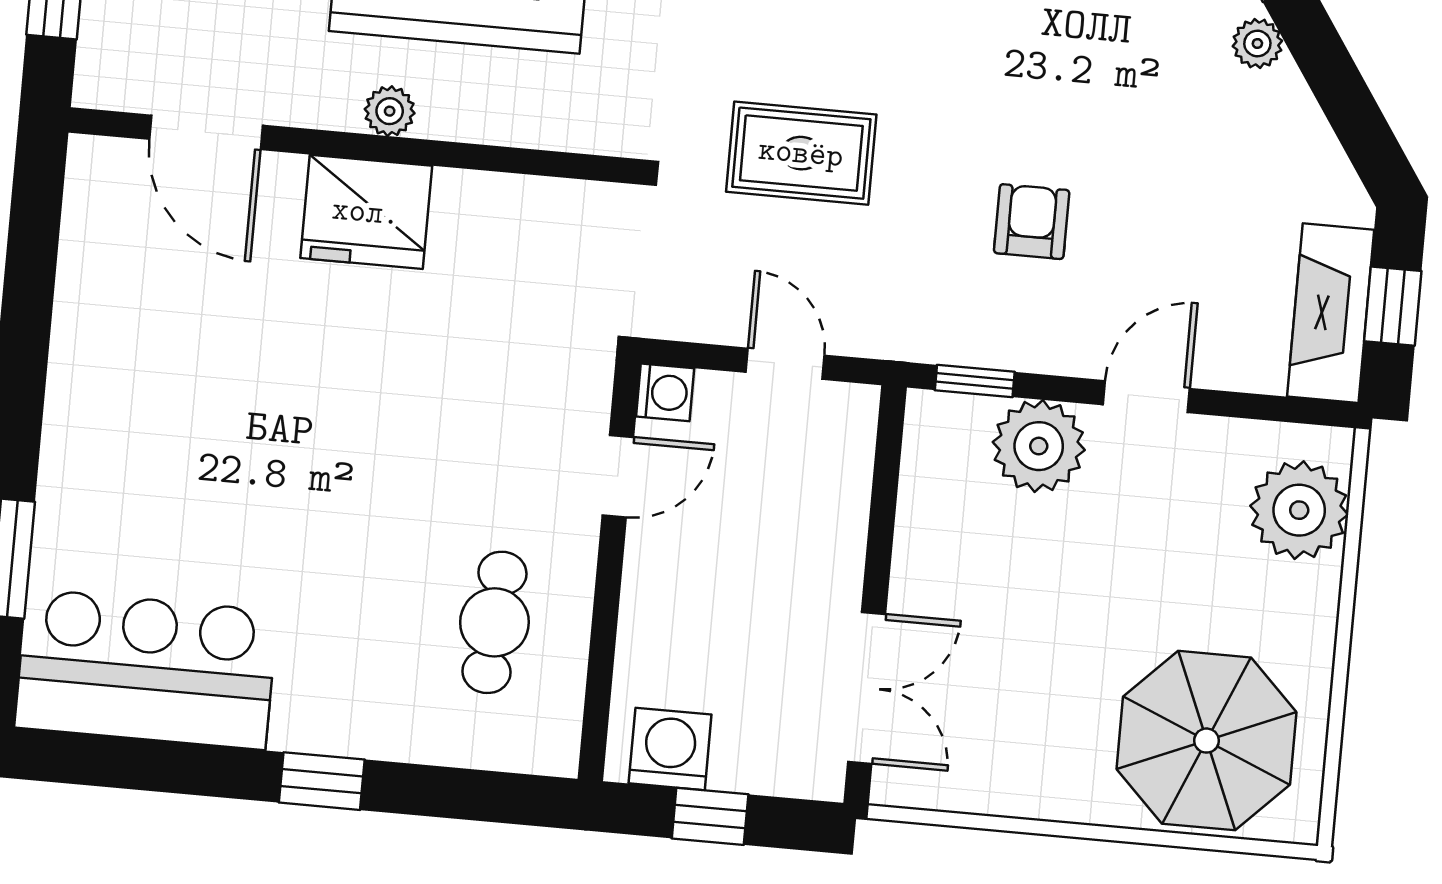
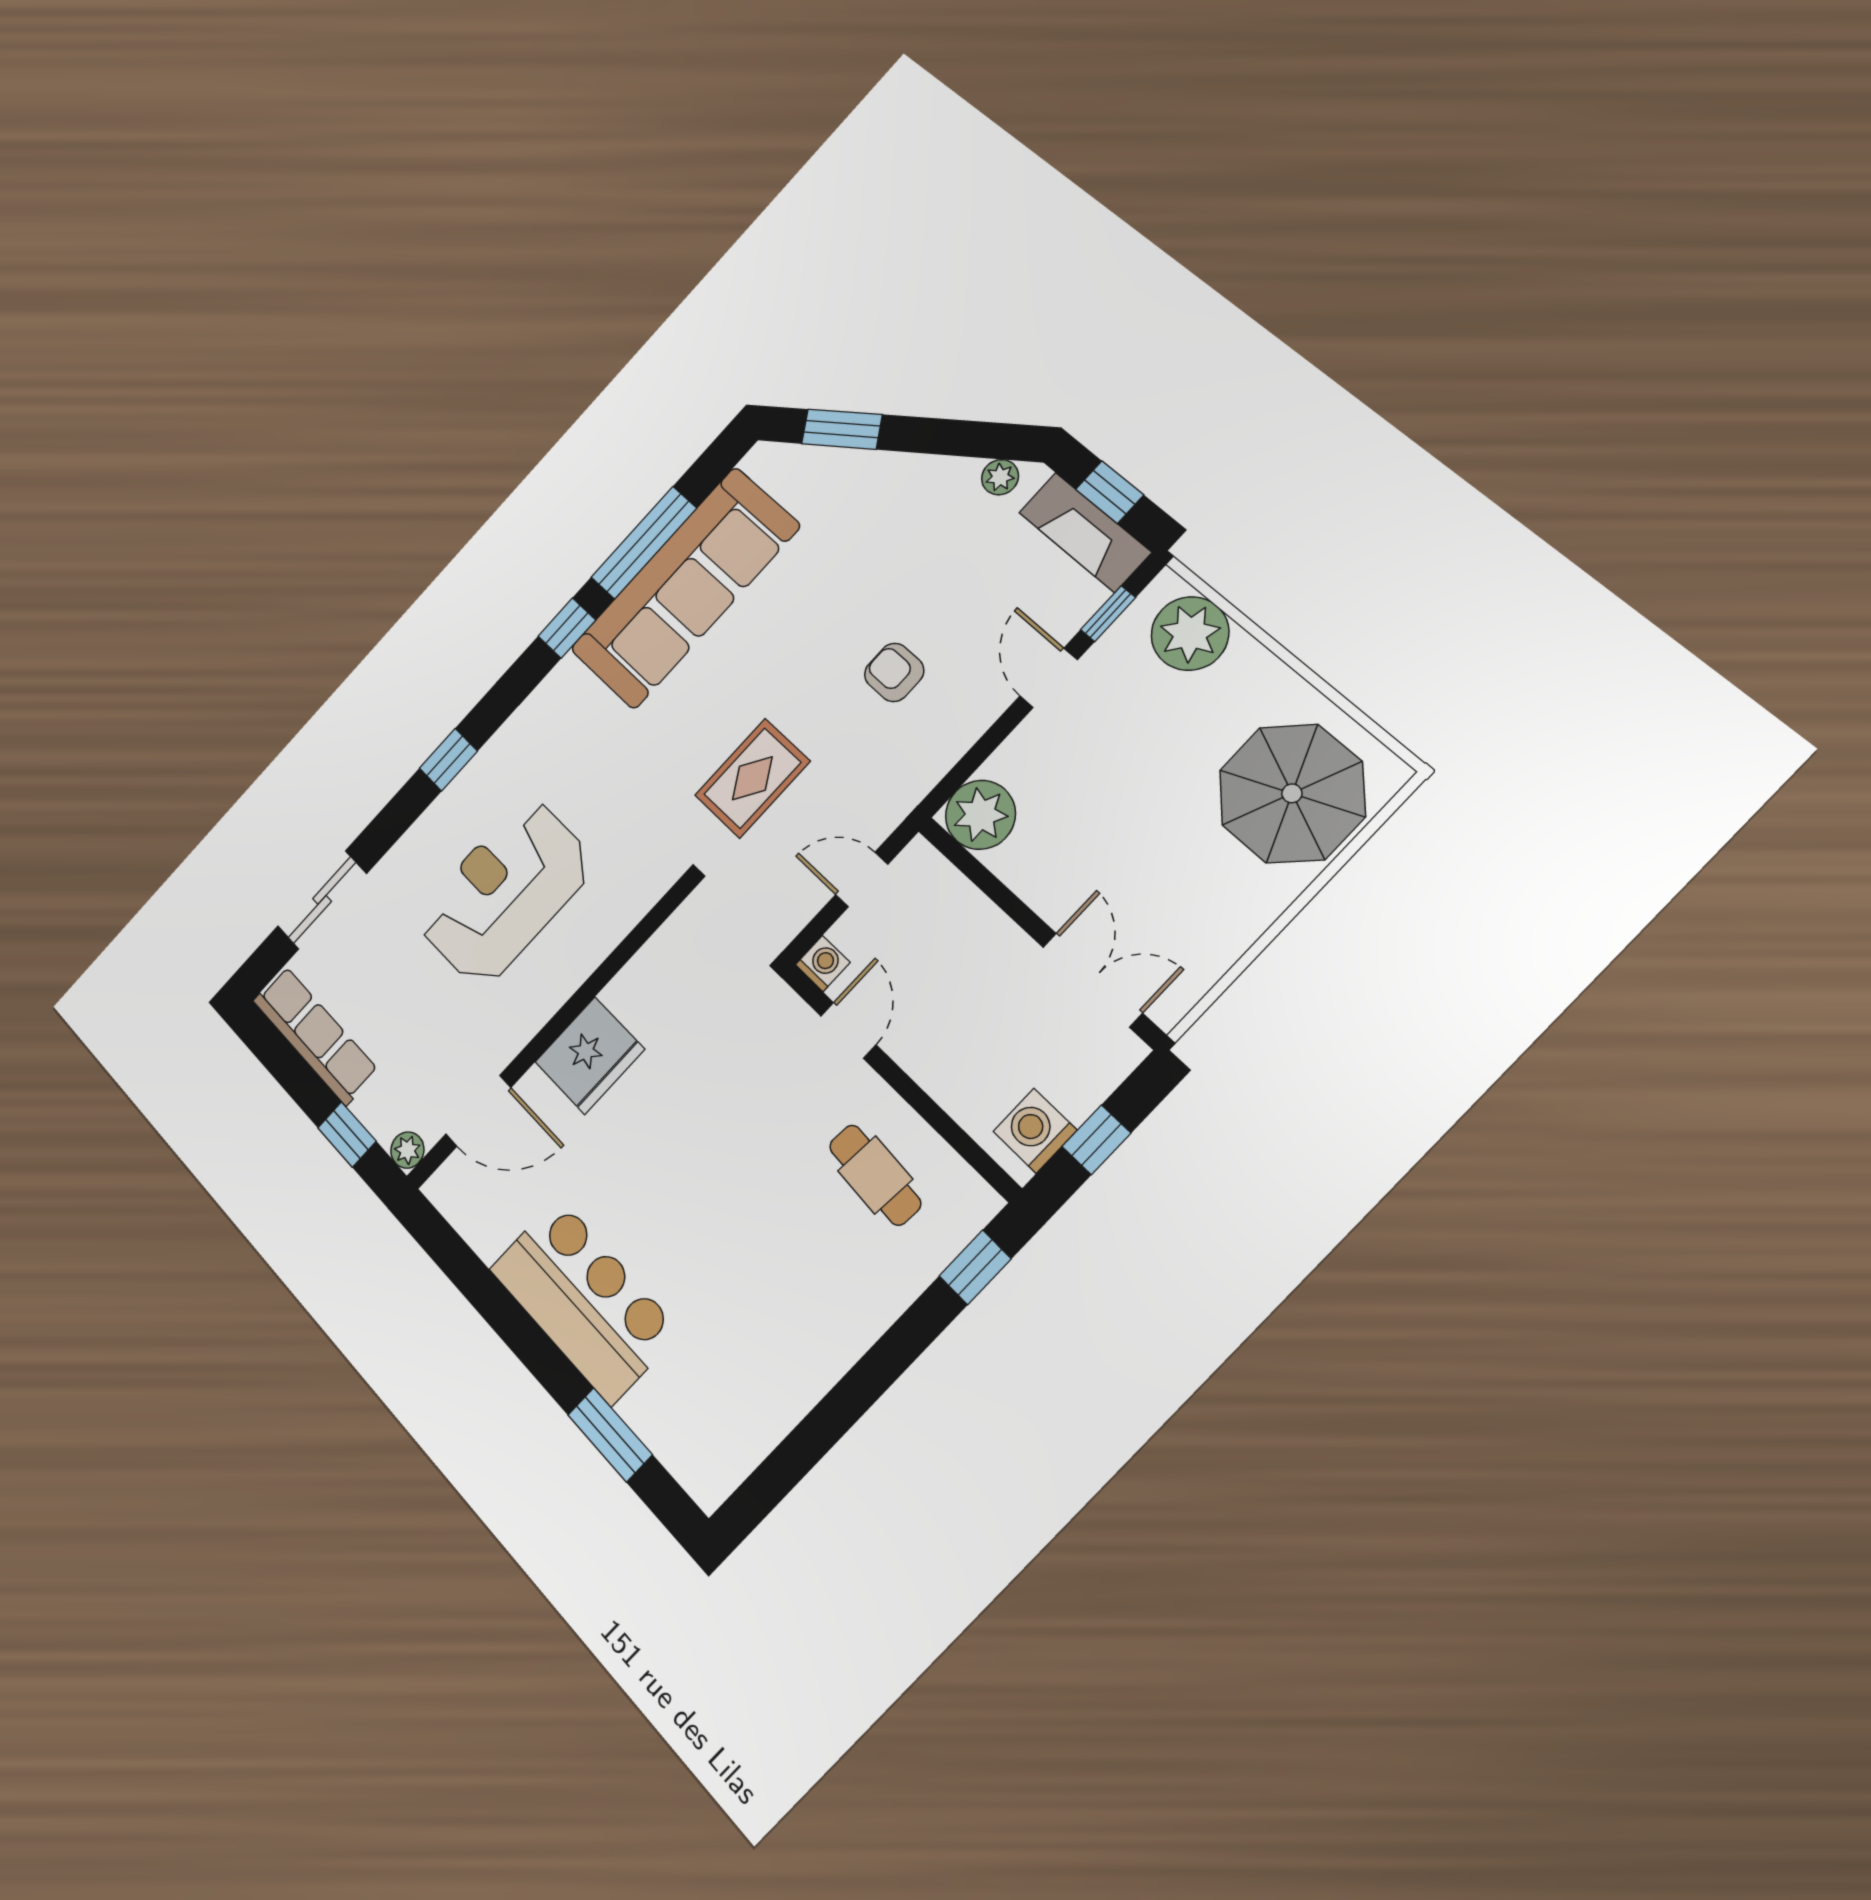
plant: (1257, 44) -> (1000, 477), moved
plant: (390, 111) -> (407, 1150), moved
window: (975, 381) -> (1108, 614), moved
plant: (1039, 446) -> (980, 815), moved
bar counter: (146, 669) -> (584, 1300), moved, turned 90
window: (322, 781) -> (975, 1267), moved

